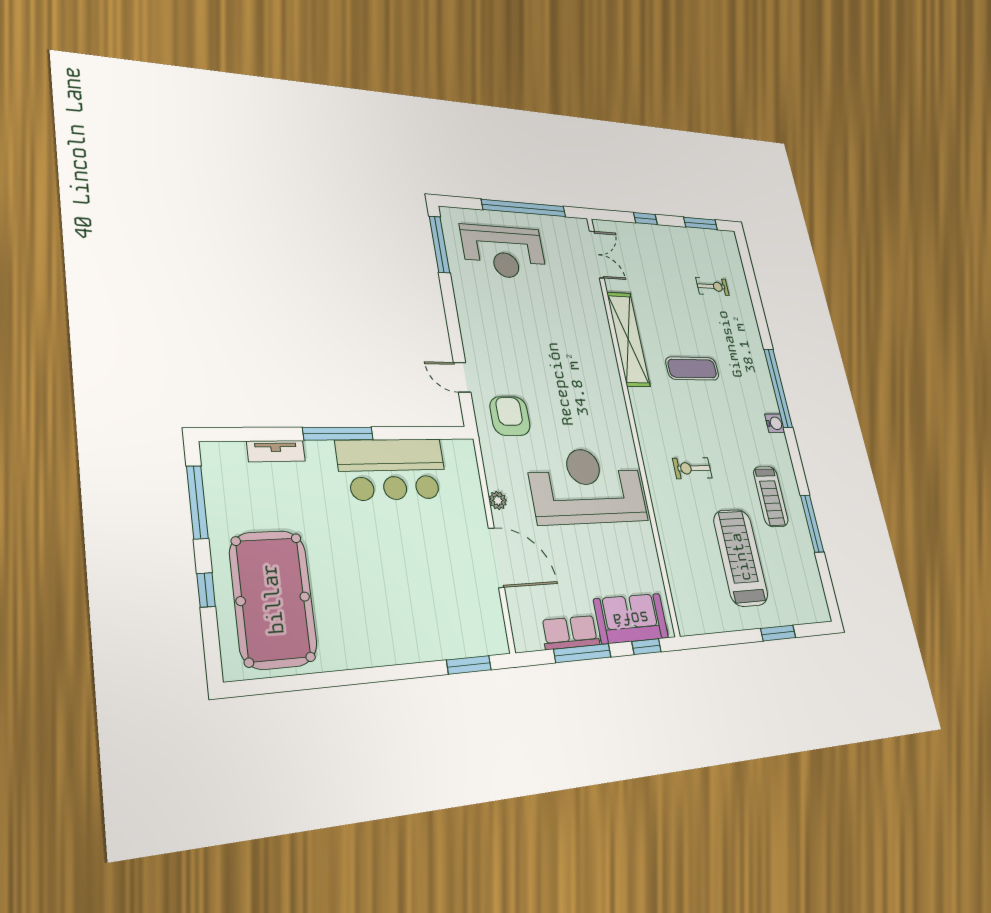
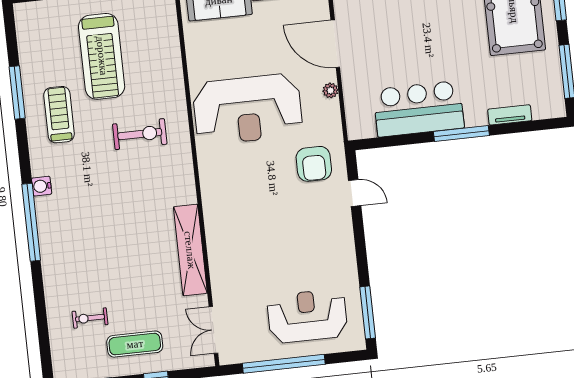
exercise mat: (692, 369) -> (135, 344), moved
exercise bike: (692, 468) -> (140, 134), width x1.38, depth x1.39

